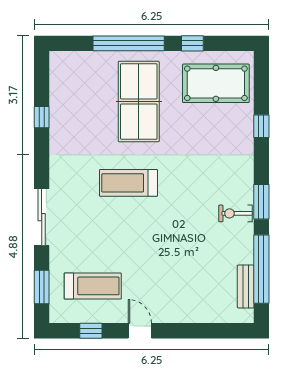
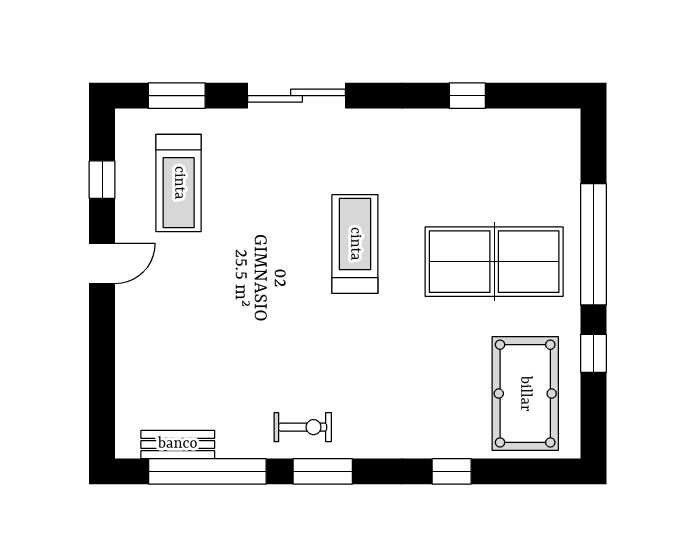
exercise bike: (236, 213) -> (303, 427), turned 90

